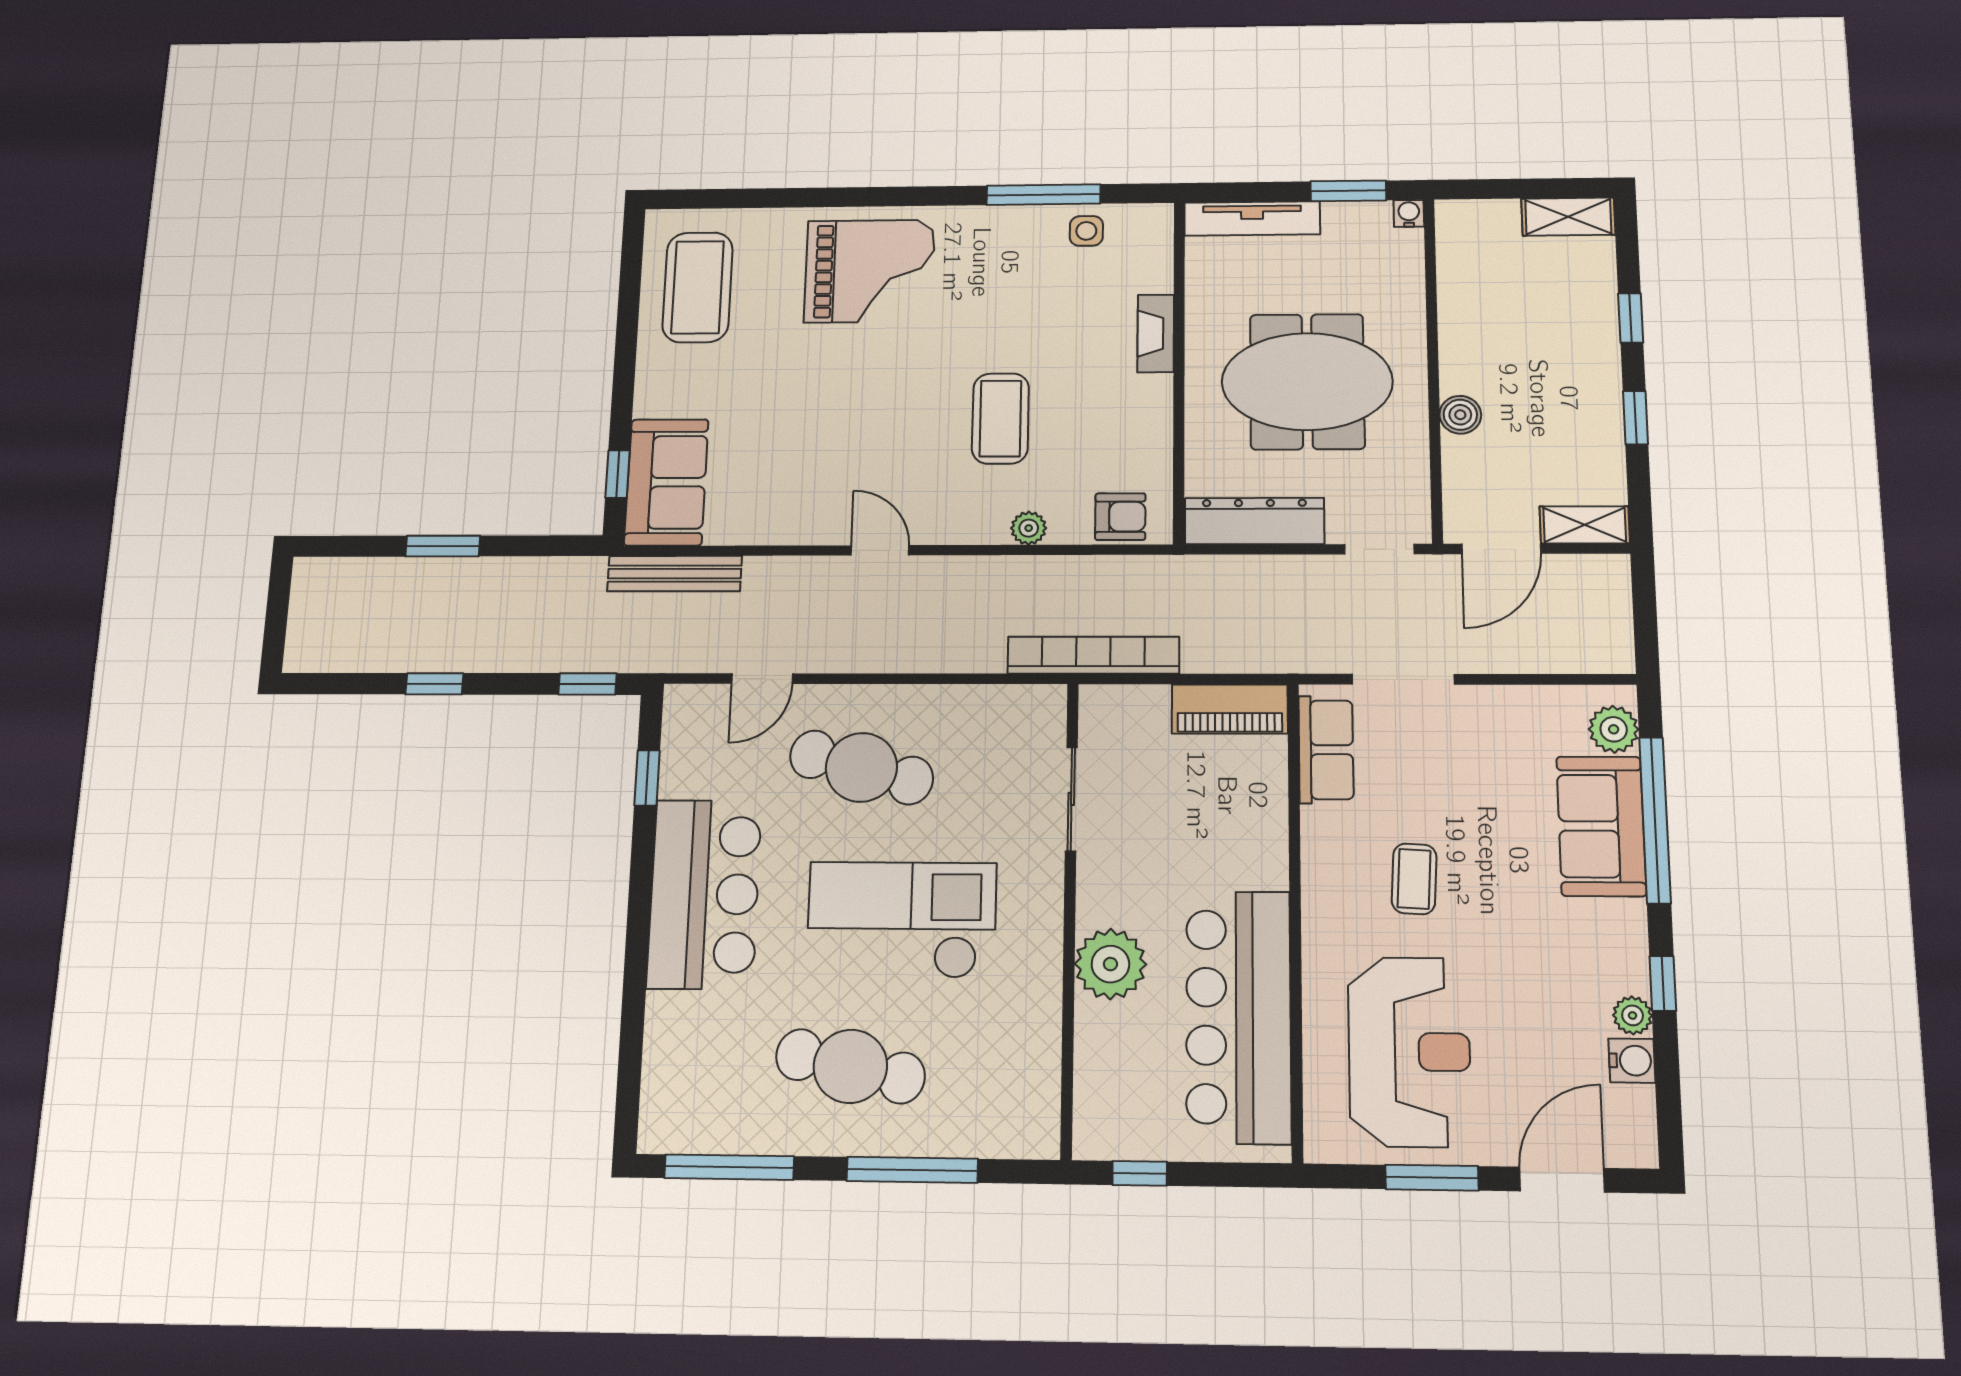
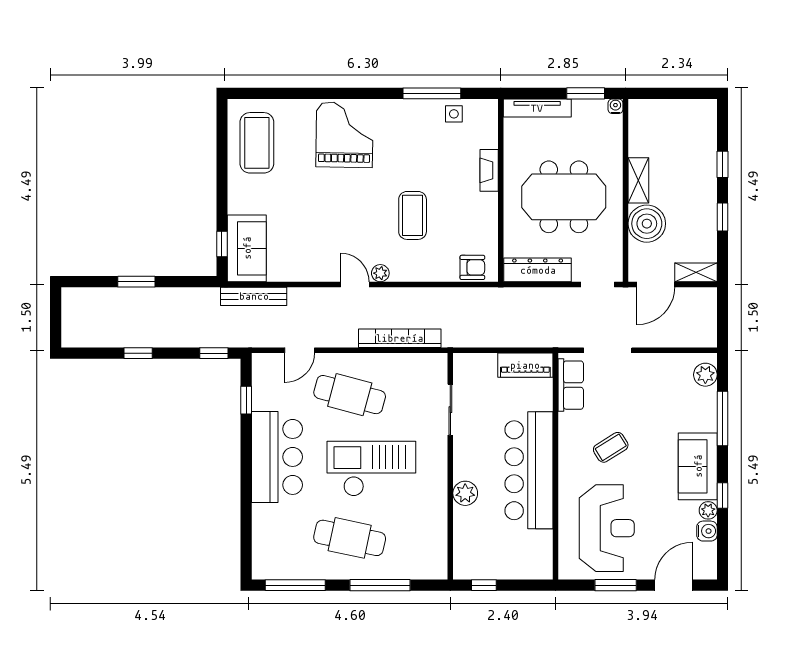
shelving: (1568, 217) -> (638, 180), moved, turned 90
grand piano: (870, 271) -> (344, 135), turned -89
boiler: (1460, 415) -> (647, 224), width x1.86, depth x1.86
plant: (1029, 528) -> (380, 273), moved
bookcase: (1093, 655) -> (400, 338), moved
window: (1655, 820) -> (723, 418), width x0.68
sofa: (1601, 826) -> (698, 466), moved
coffee table: (1414, 879) -> (611, 447), turned 55
plant: (1110, 964) -> (465, 493), width x0.73, depth x0.73
bar counter: (1238, 1016) -> (529, 470), moved

